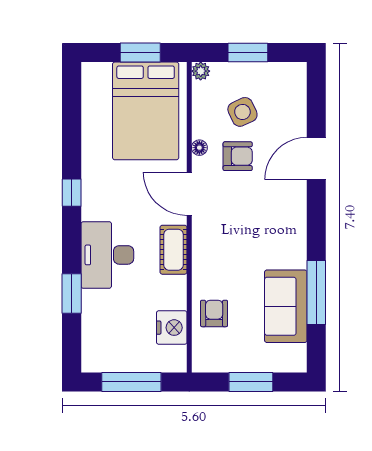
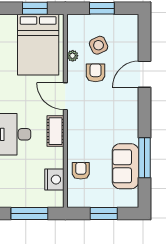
plant: (201, 71) -> (73, 56), moved
floor lamp: (199, 148) -> (72, 67), removed
armchair: (238, 156) -> (96, 73), turned -90

